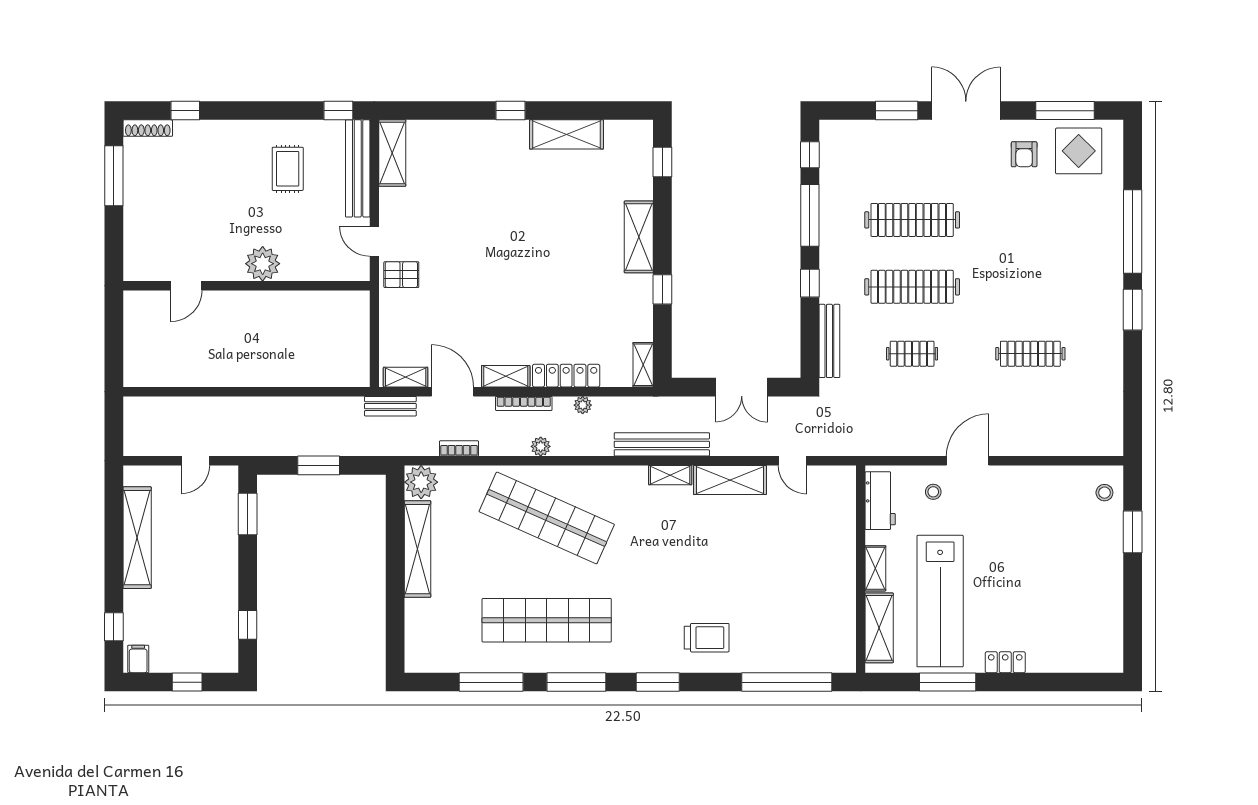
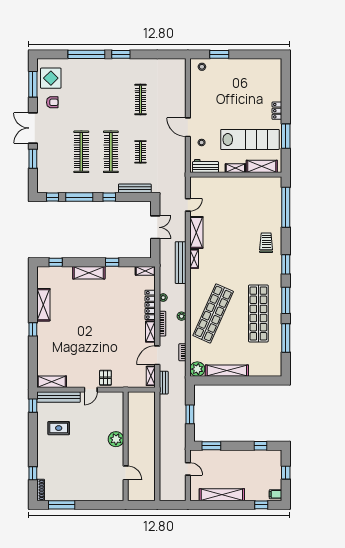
plant: (263, 264) -> (116, 439), moved
door: (186, 286) -> (126, 473), moved
wall: (246, 286) -> (126, 446), moved

